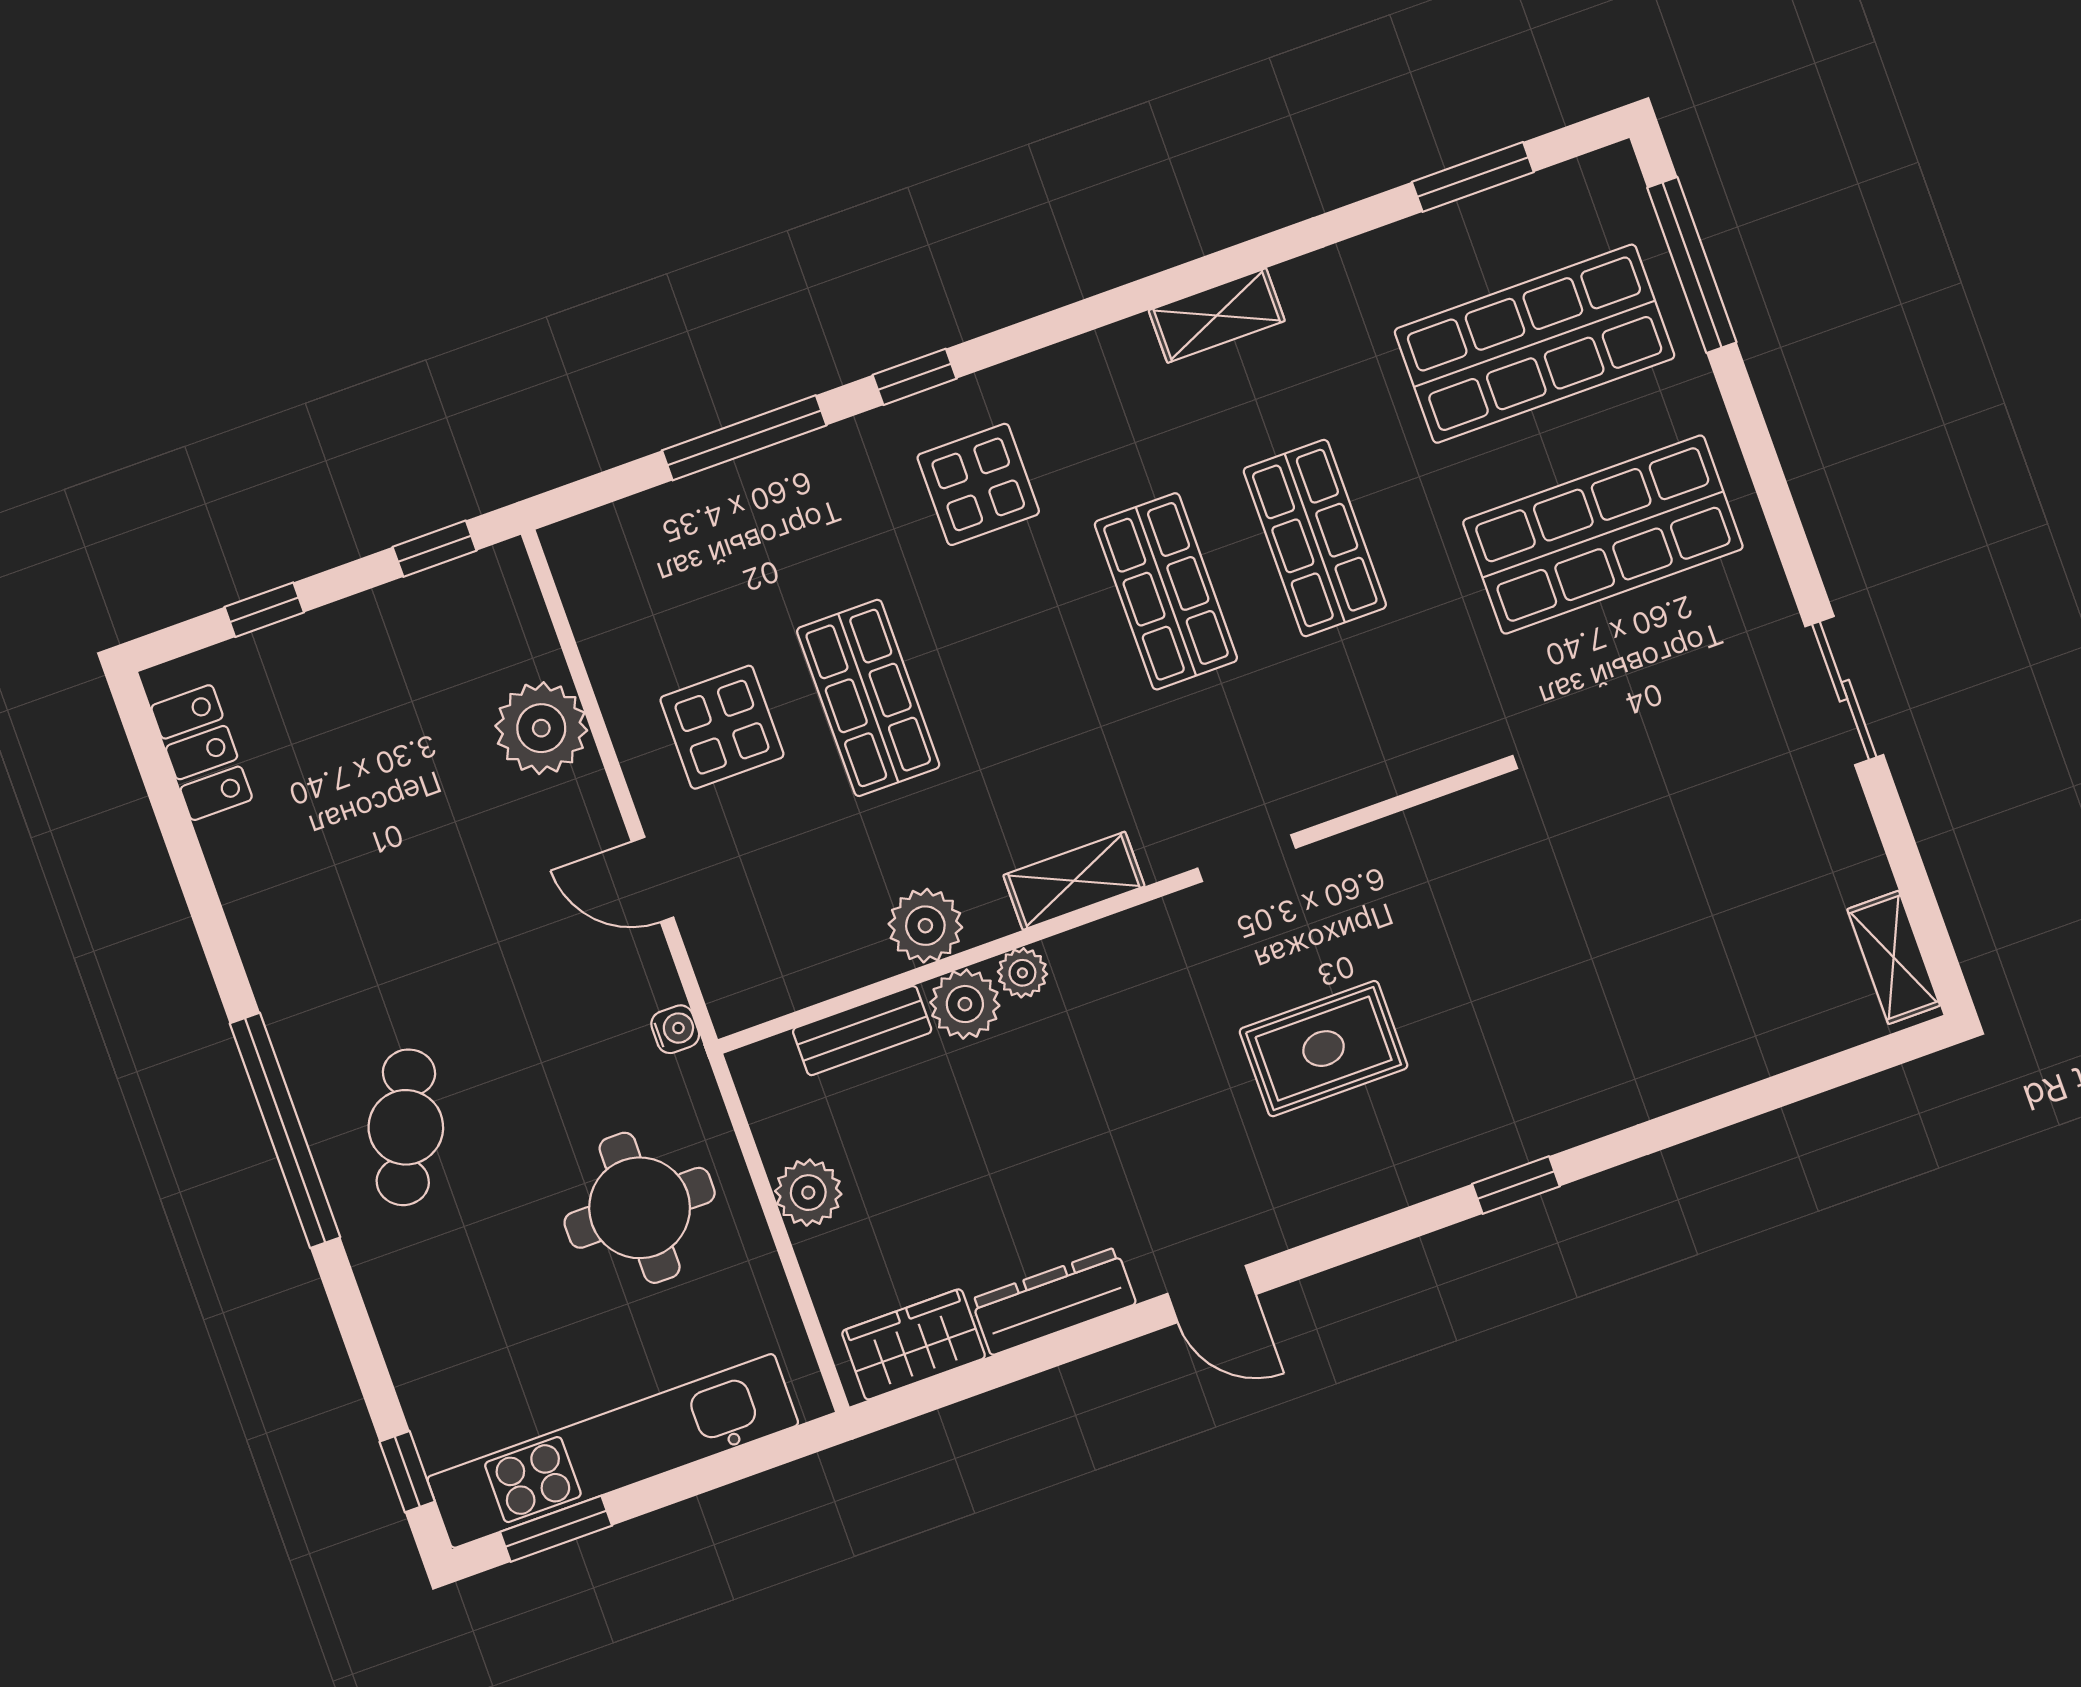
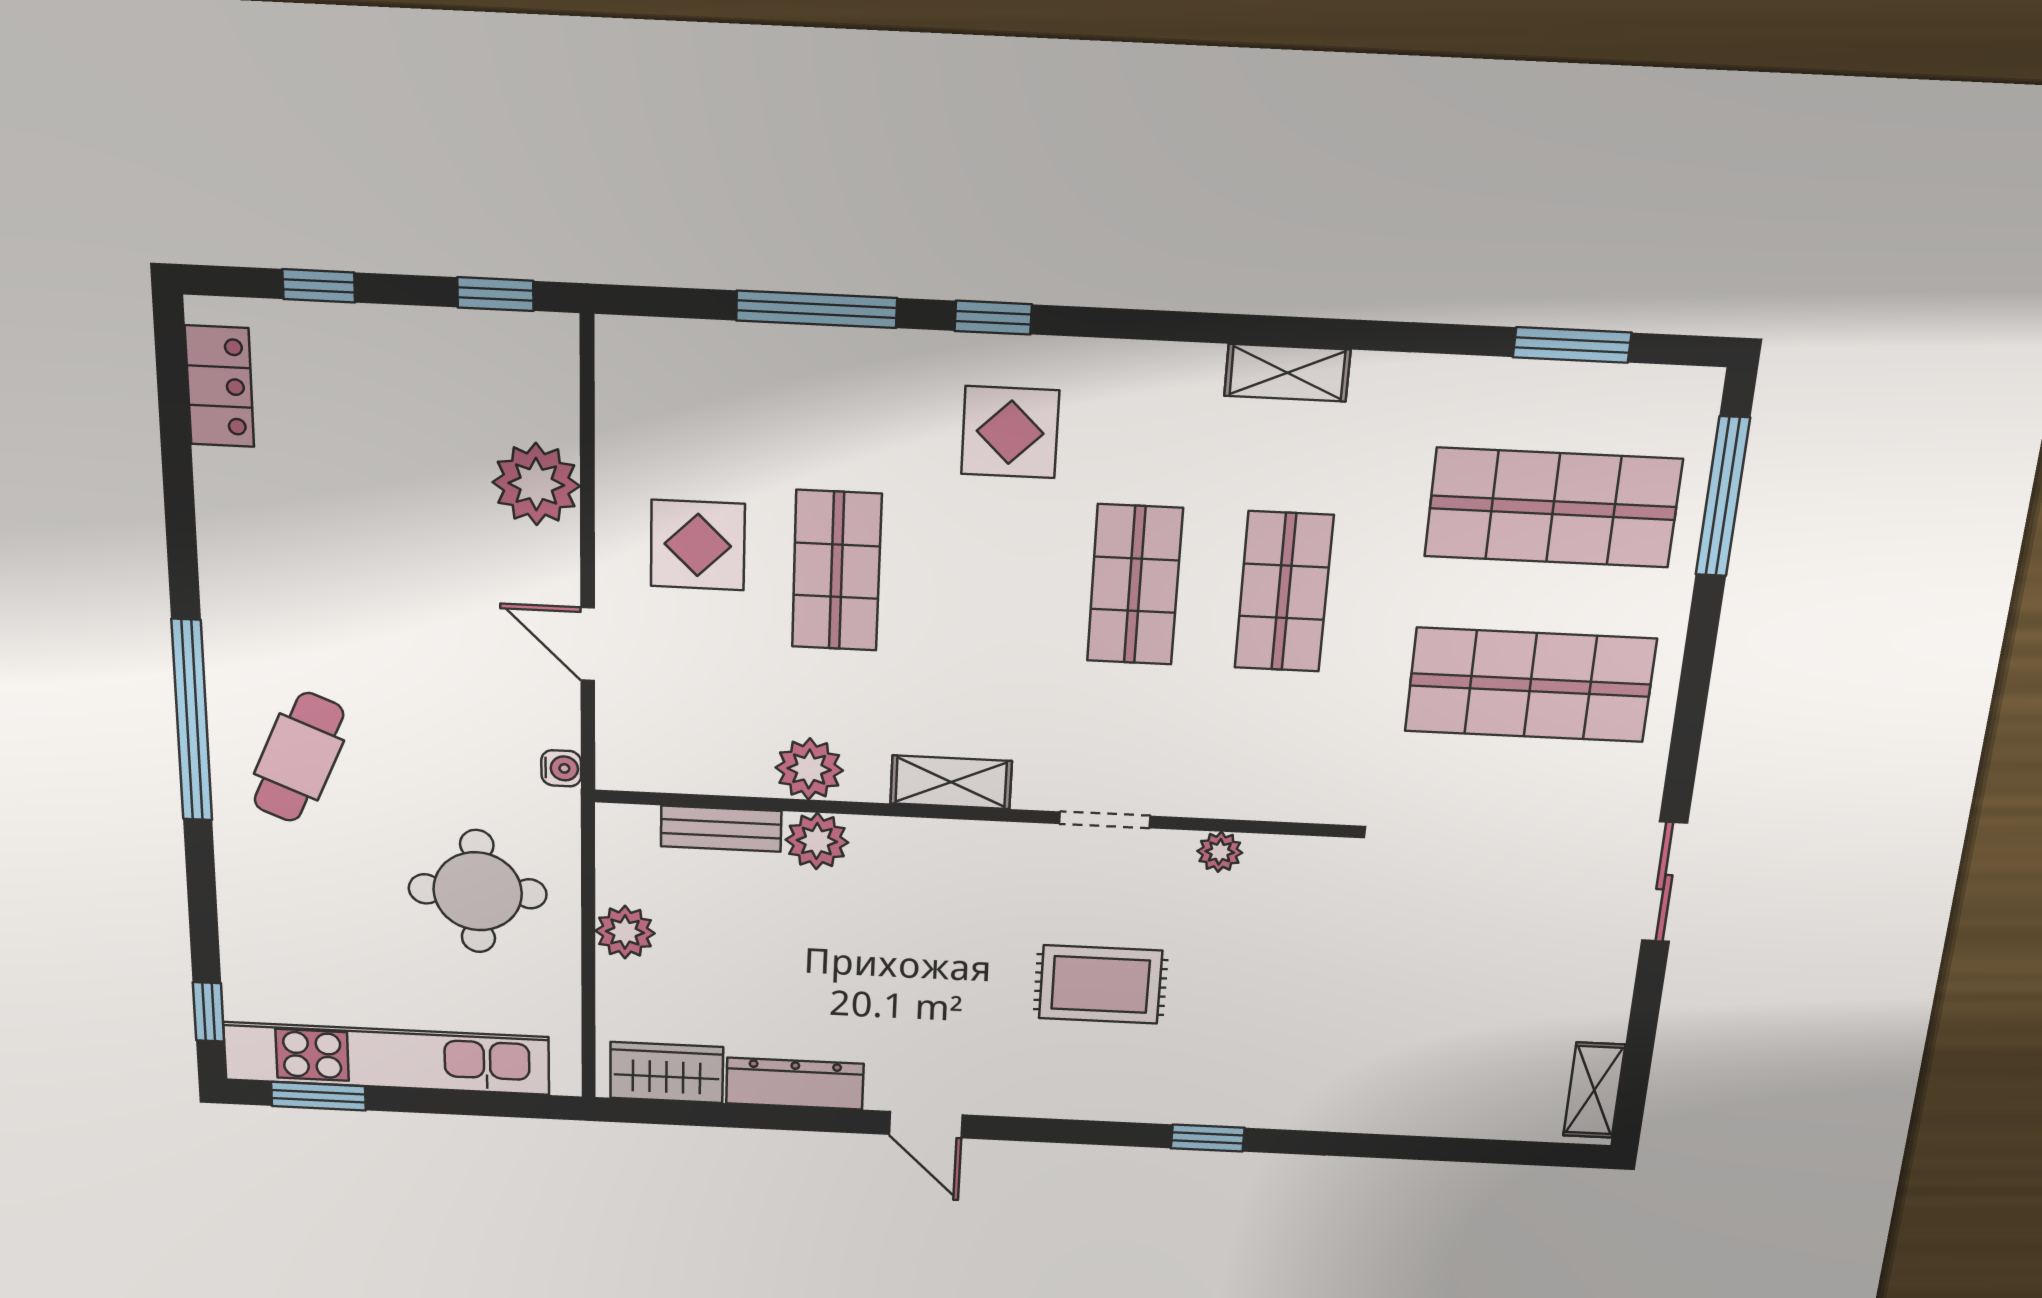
plant: (1022, 973) -> (1220, 852), moved

